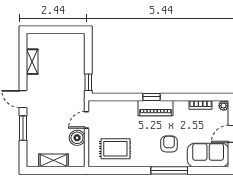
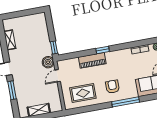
piano: (156, 108) -> (92, 60), moved
boiler: (77, 138) -> (48, 62), moved
armchair: (169, 144) -> (113, 87), moved

